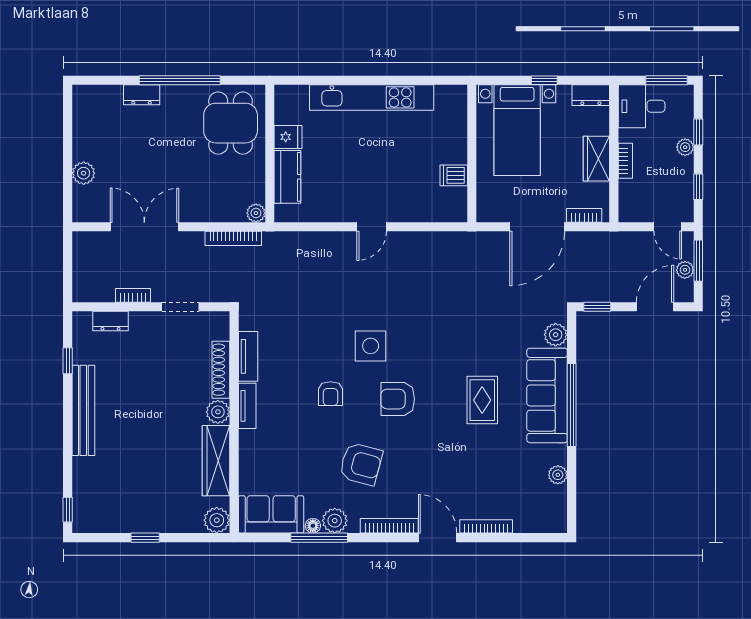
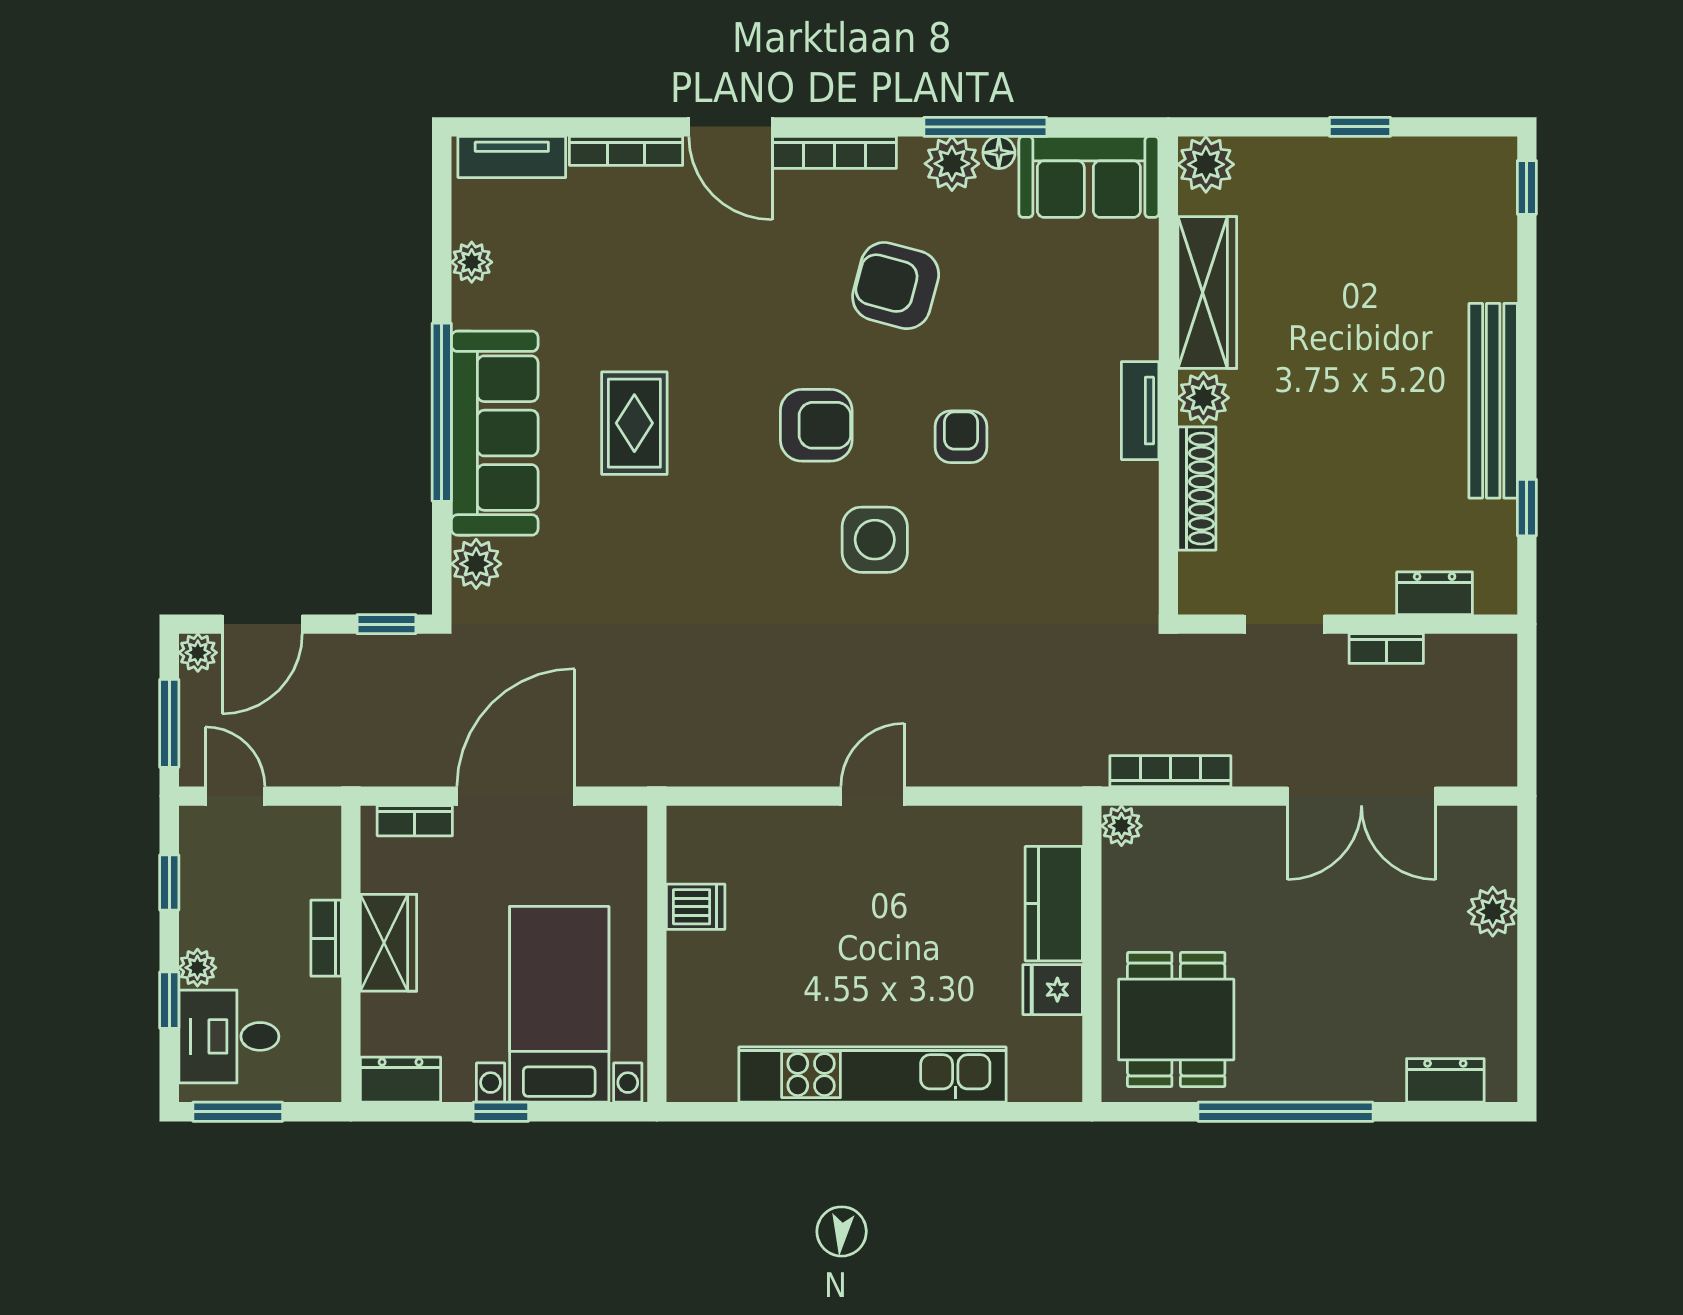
dresser: (142, 95) -> (1445, 1080), moved
desk: (642, 106) -> (229, 1036), moved, turned 180
plant: (685, 270) -> (198, 653), moved
tv unit: (248, 356) -> (512, 157), moved, turned -90

